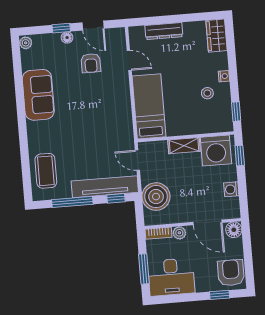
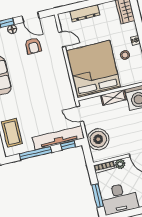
bed: (149, 106) -> (93, 69), width x2.04

